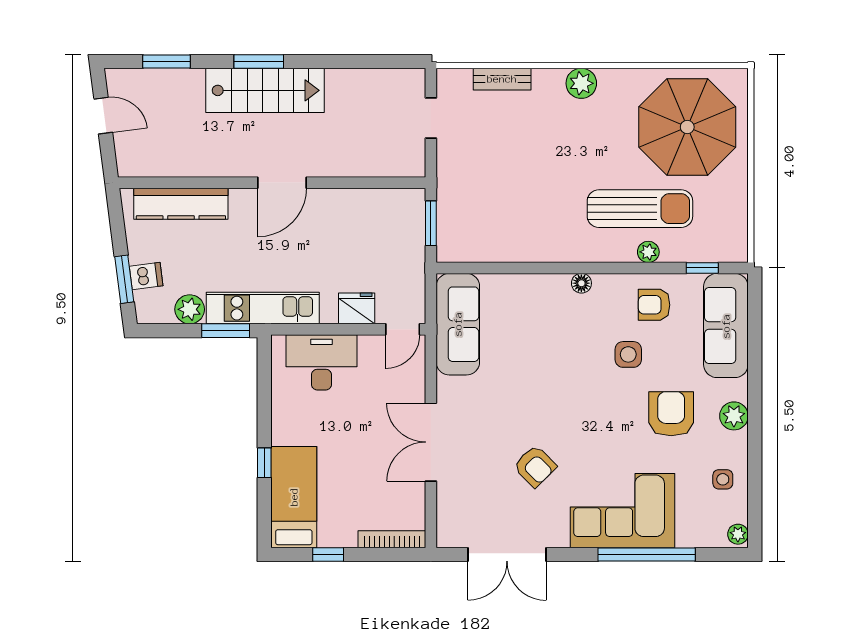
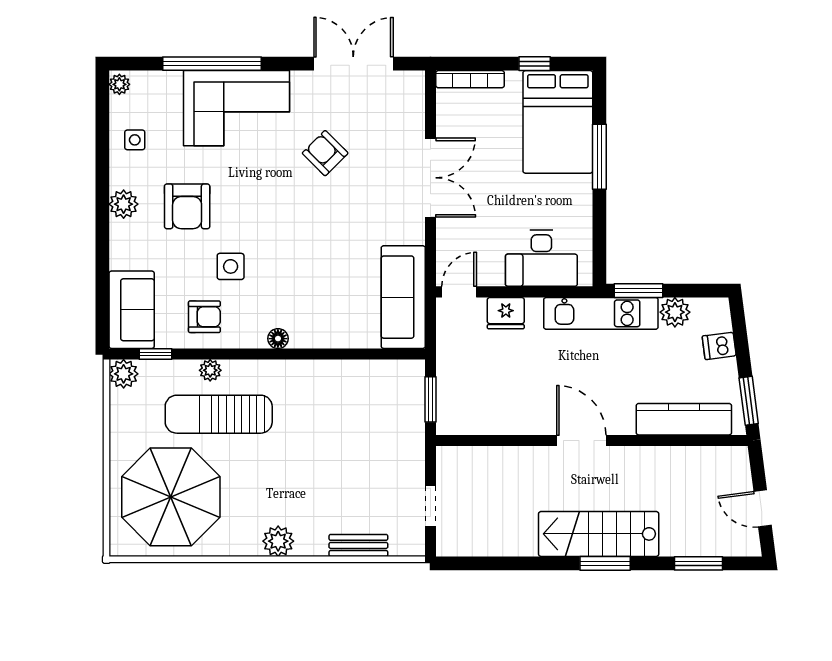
door: (282, 183) -> (581, 440), hinge flipped
plant: (734, 248) -> (124, 374), added
window: (124, 279) -> (749, 401), moved
sofa: (726, 326) -> (132, 310), width x0.73
window: (264, 463) -> (599, 157), width x2.17
bed: (294, 497) -> (558, 122), width x1.50

